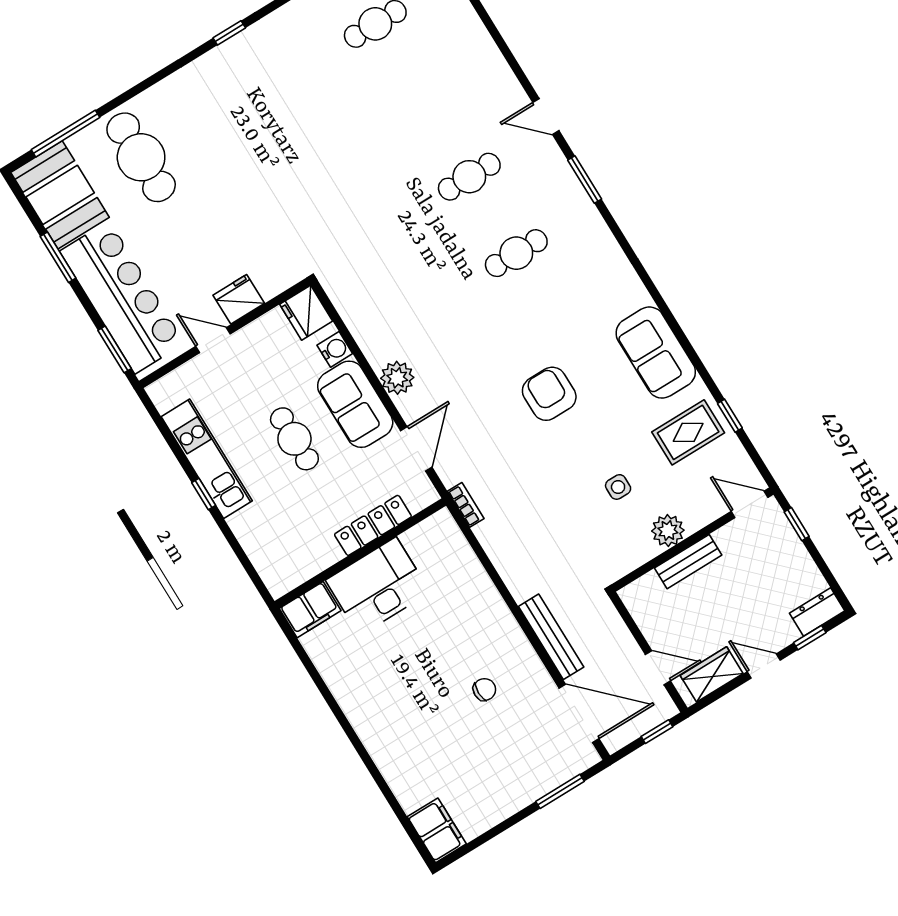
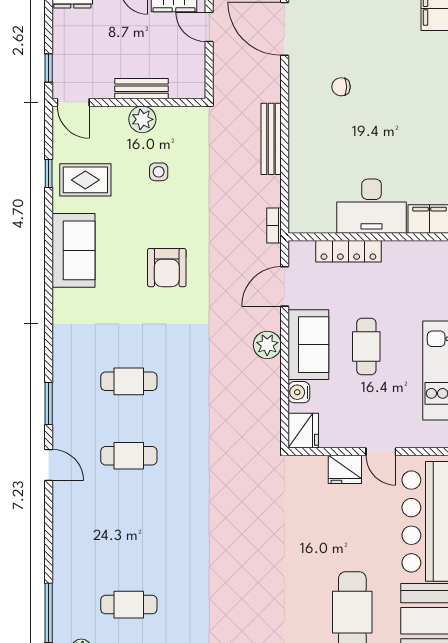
bench: (551, 637) -> (271, 139), moved

